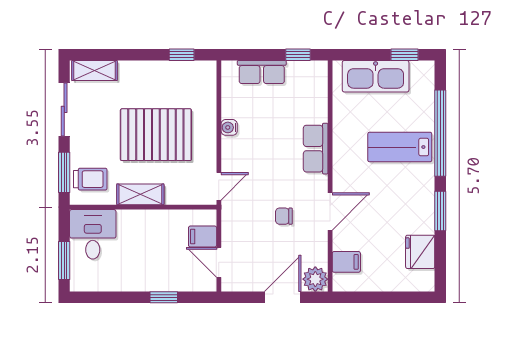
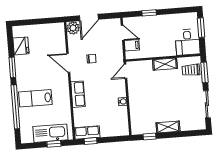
window: (404, 55) -> (54, 144), moved
shelving: (94, 71) -> (168, 127), moved
row of seats: (262, 72) -> (87, 133), moved
pallet: (156, 135) -> (159, 95), removed
lab bench: (400, 147) -> (35, 98), turned 180
door: (330, 212) -> (68, 63), hinge flipped
filing cabinet: (346, 262) -> (58, 38), removed

